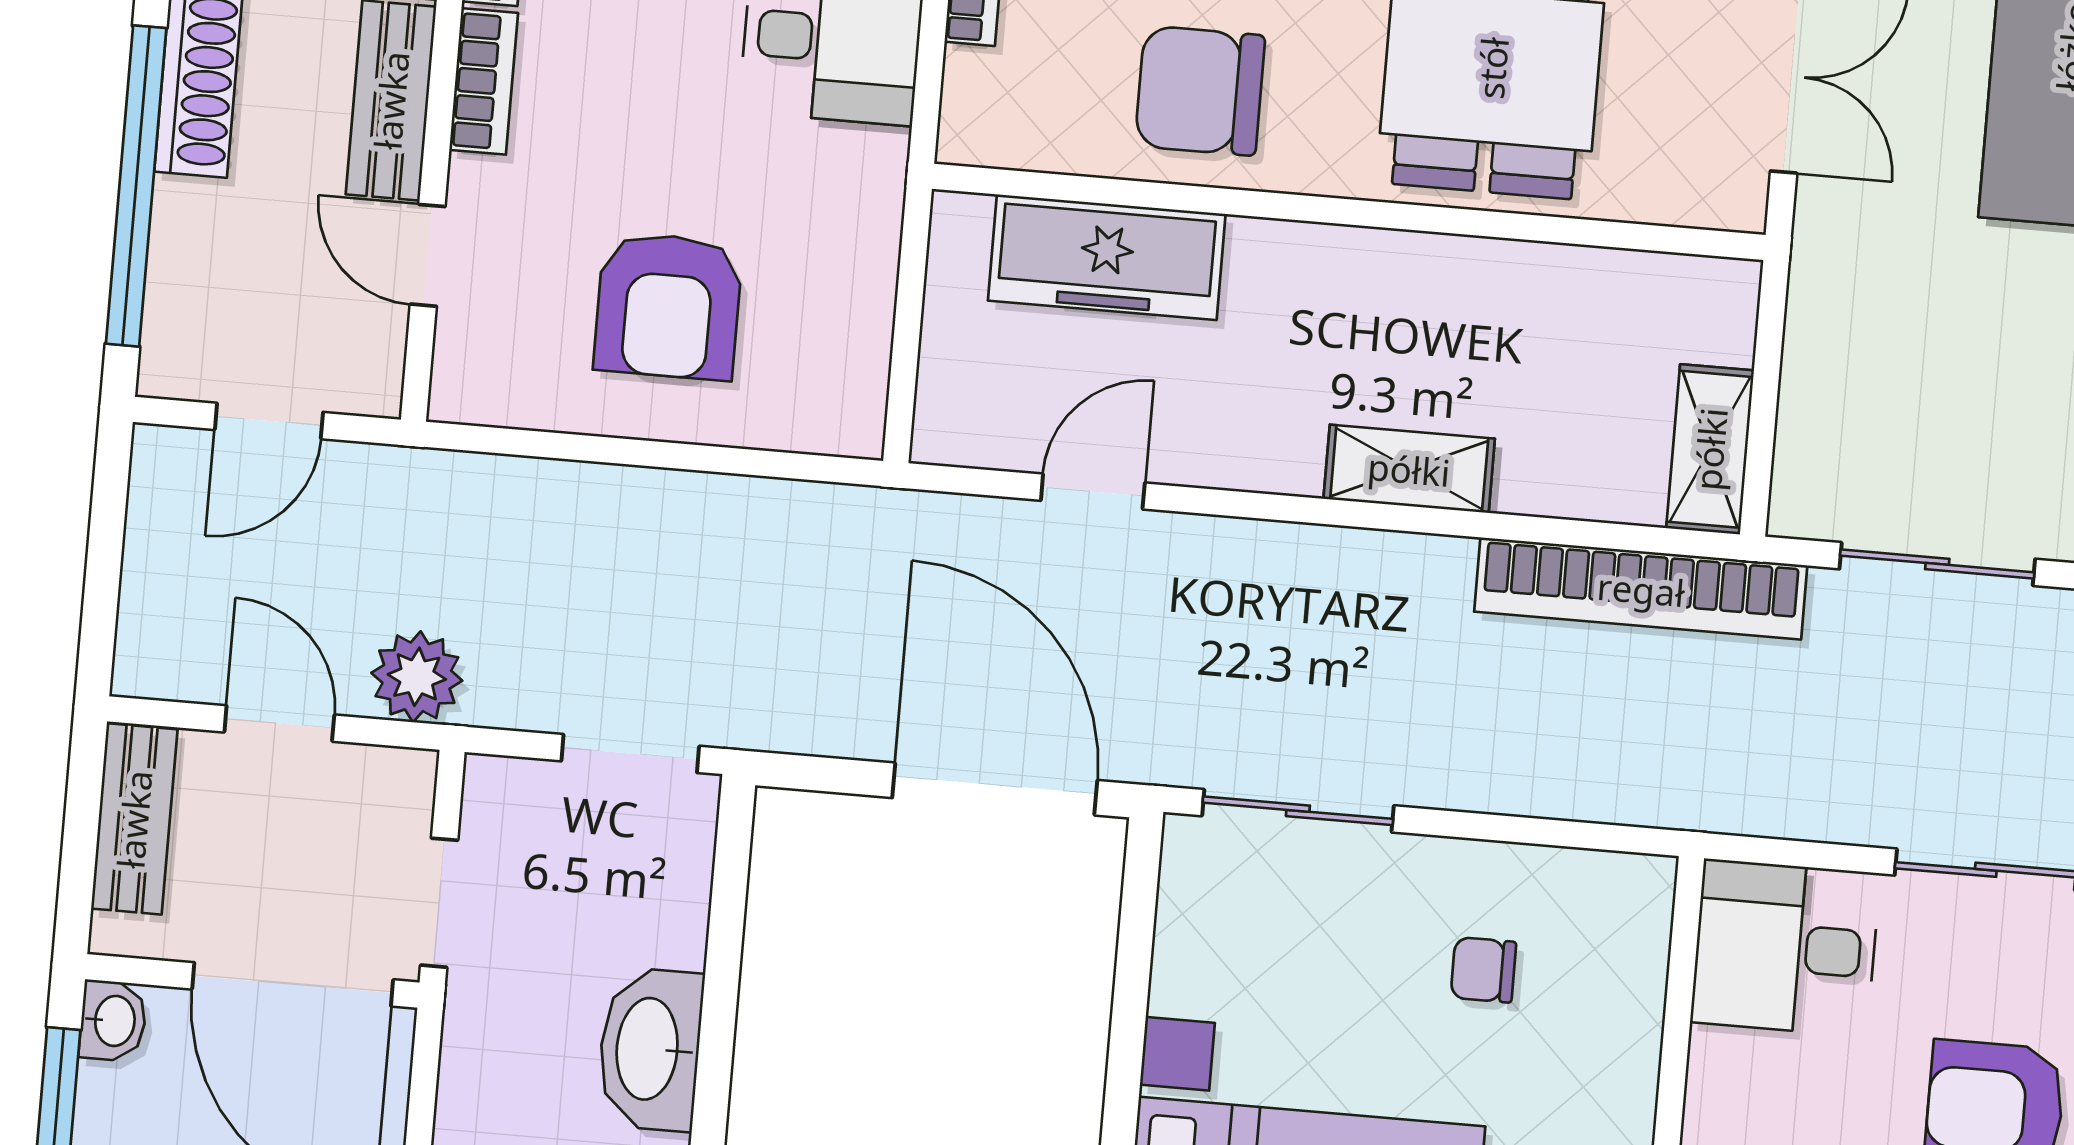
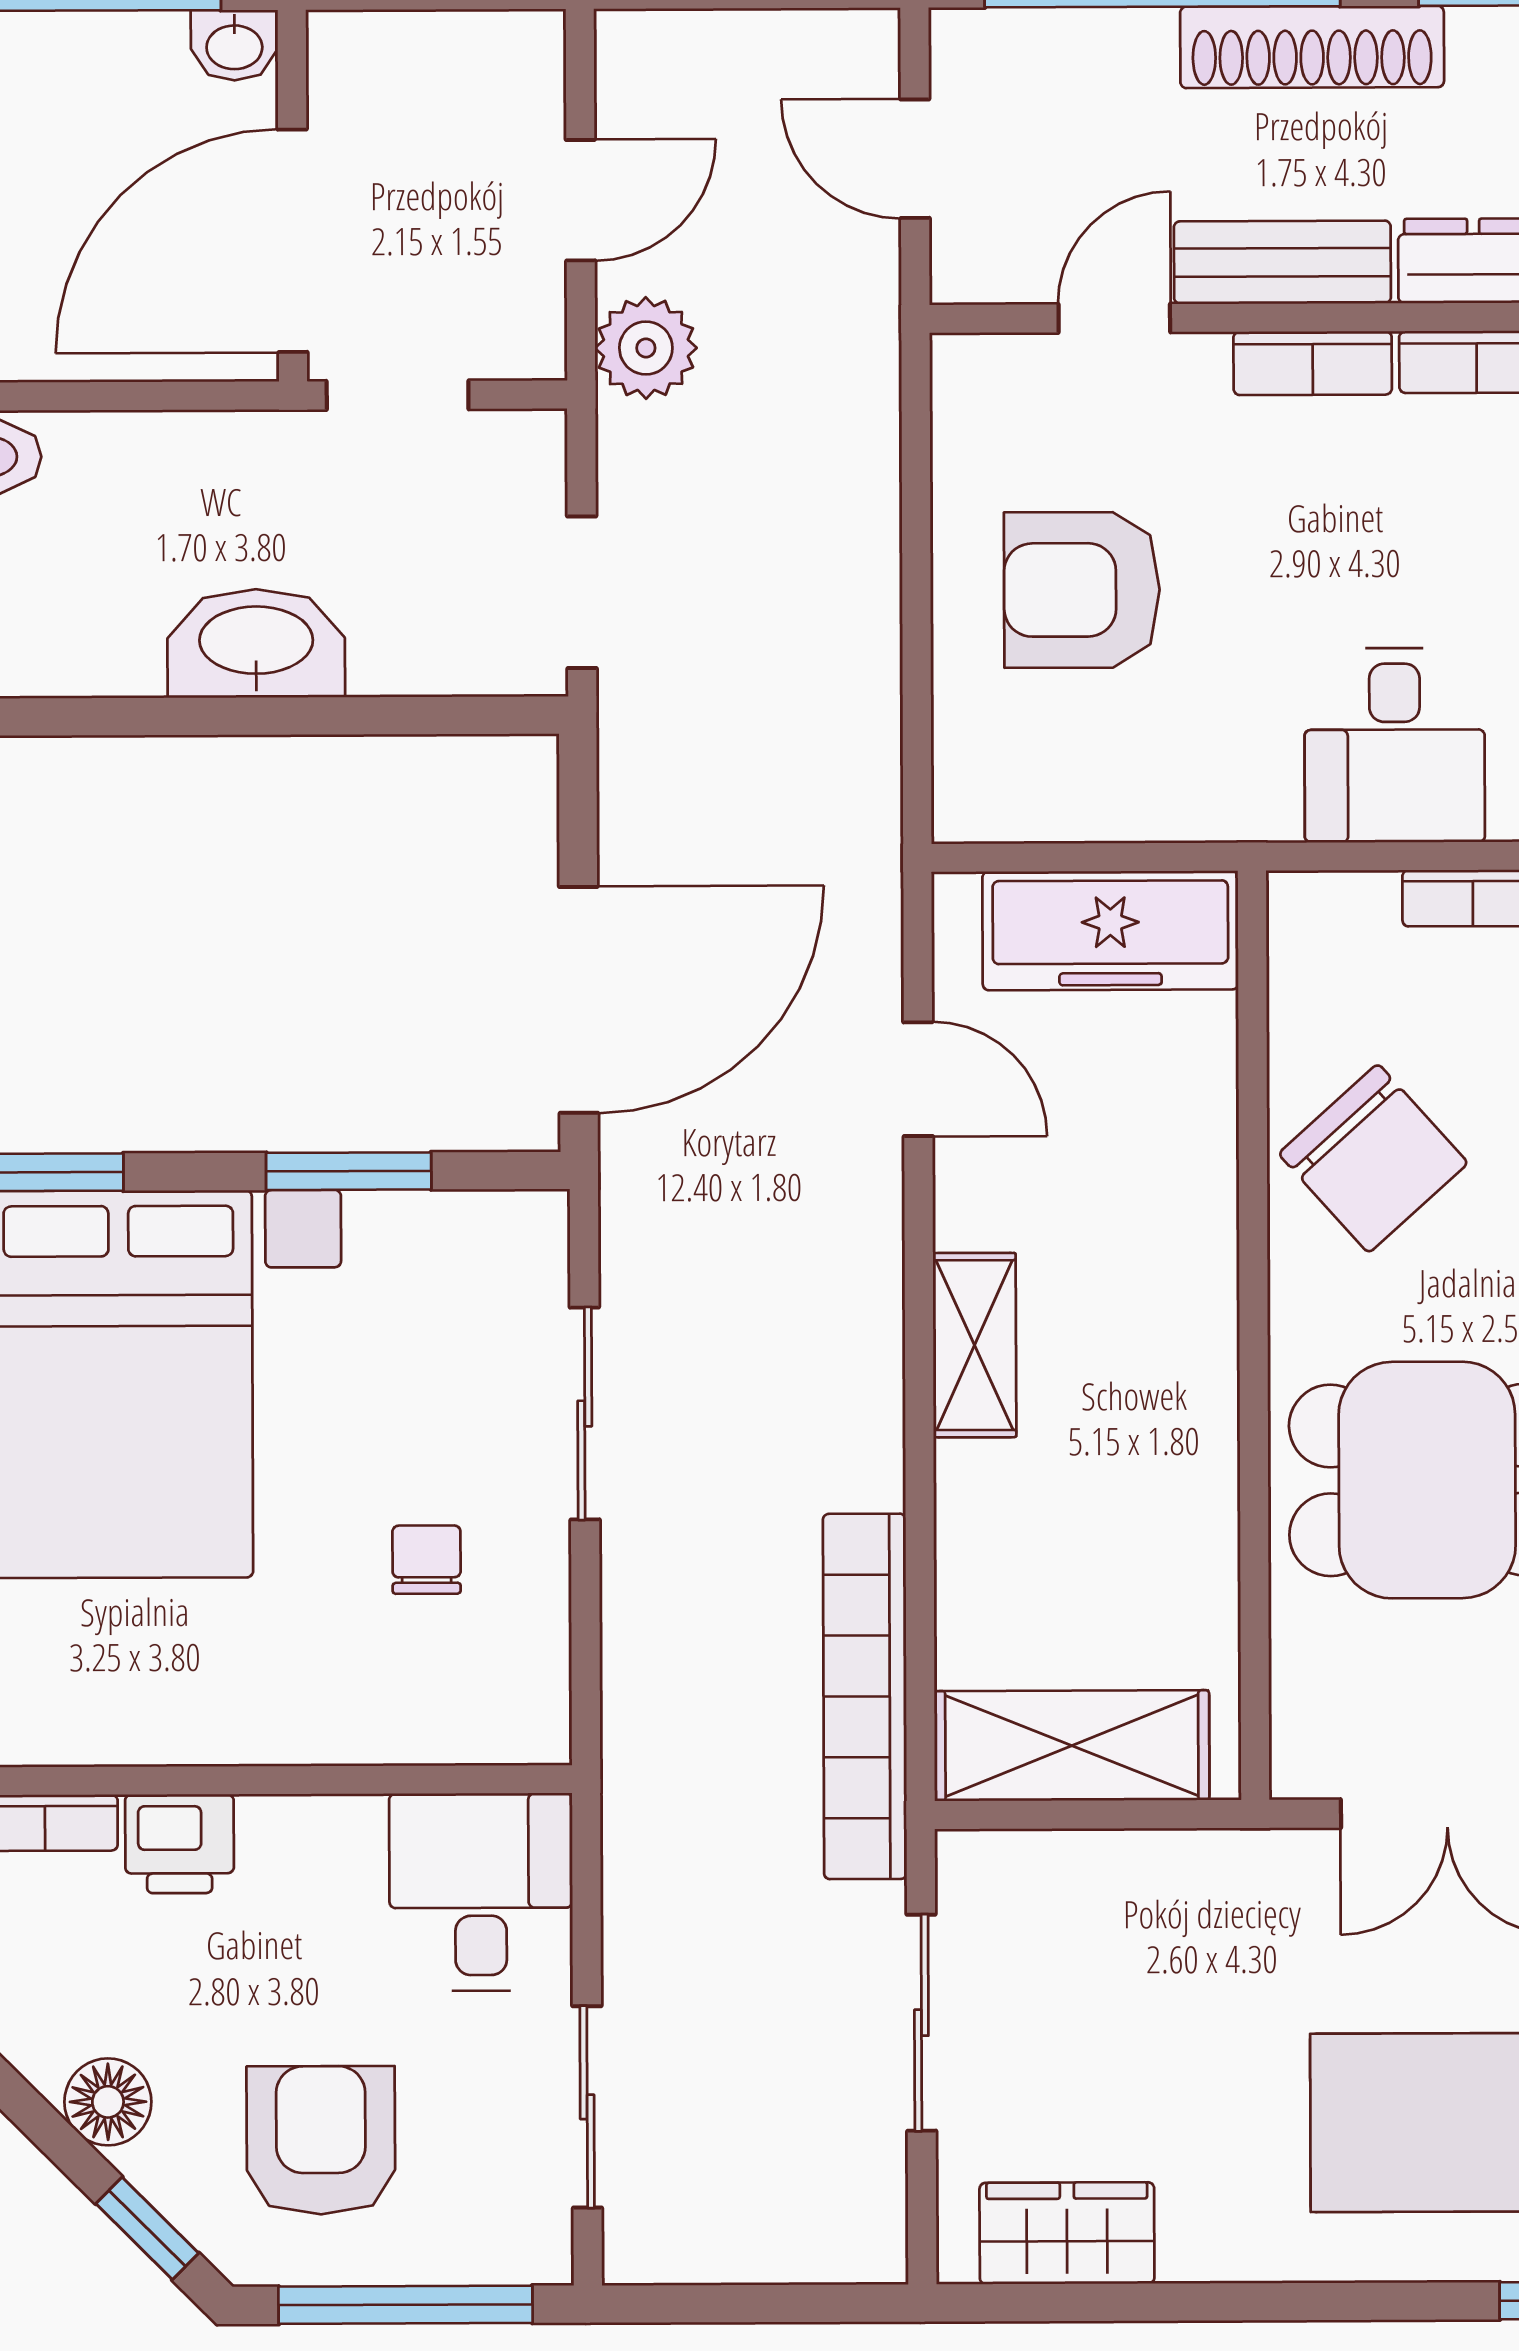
chair: (1200, 91) -> (1373, 1158), turned 138
freezer: (1107, 257) -> (1110, 931), moved, turned -90
shelving: (1710, 449) -> (1072, 1746), width x1.50, depth x1.33
shelving: (1409, 469) -> (974, 1345), moved
sliding door: (1298, 811) -> (585, 1414), moved
bench: (134, 819) -> (460, 49), removed
window: (1130, 1008) -> (349, 1171), added

